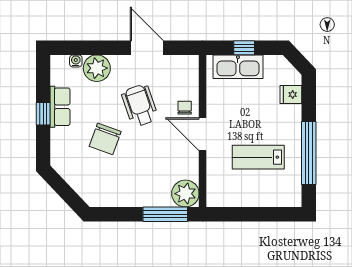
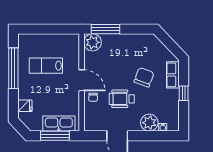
window: (244, 48) -> (55, 136), width x2.17
wheelchair: (140, 105) -> (122, 99), turned 109
row of seats: (60, 107) -> (173, 75), moved
lab bench: (258, 157) -> (46, 66), turned 180

